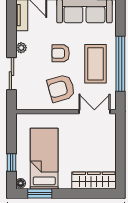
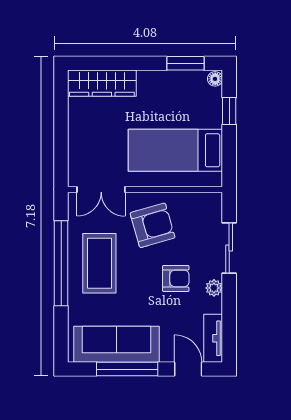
armchair: (61, 53) -> (176, 278), moved
bed: (44, 159) -> (175, 150), moved, turned 90

